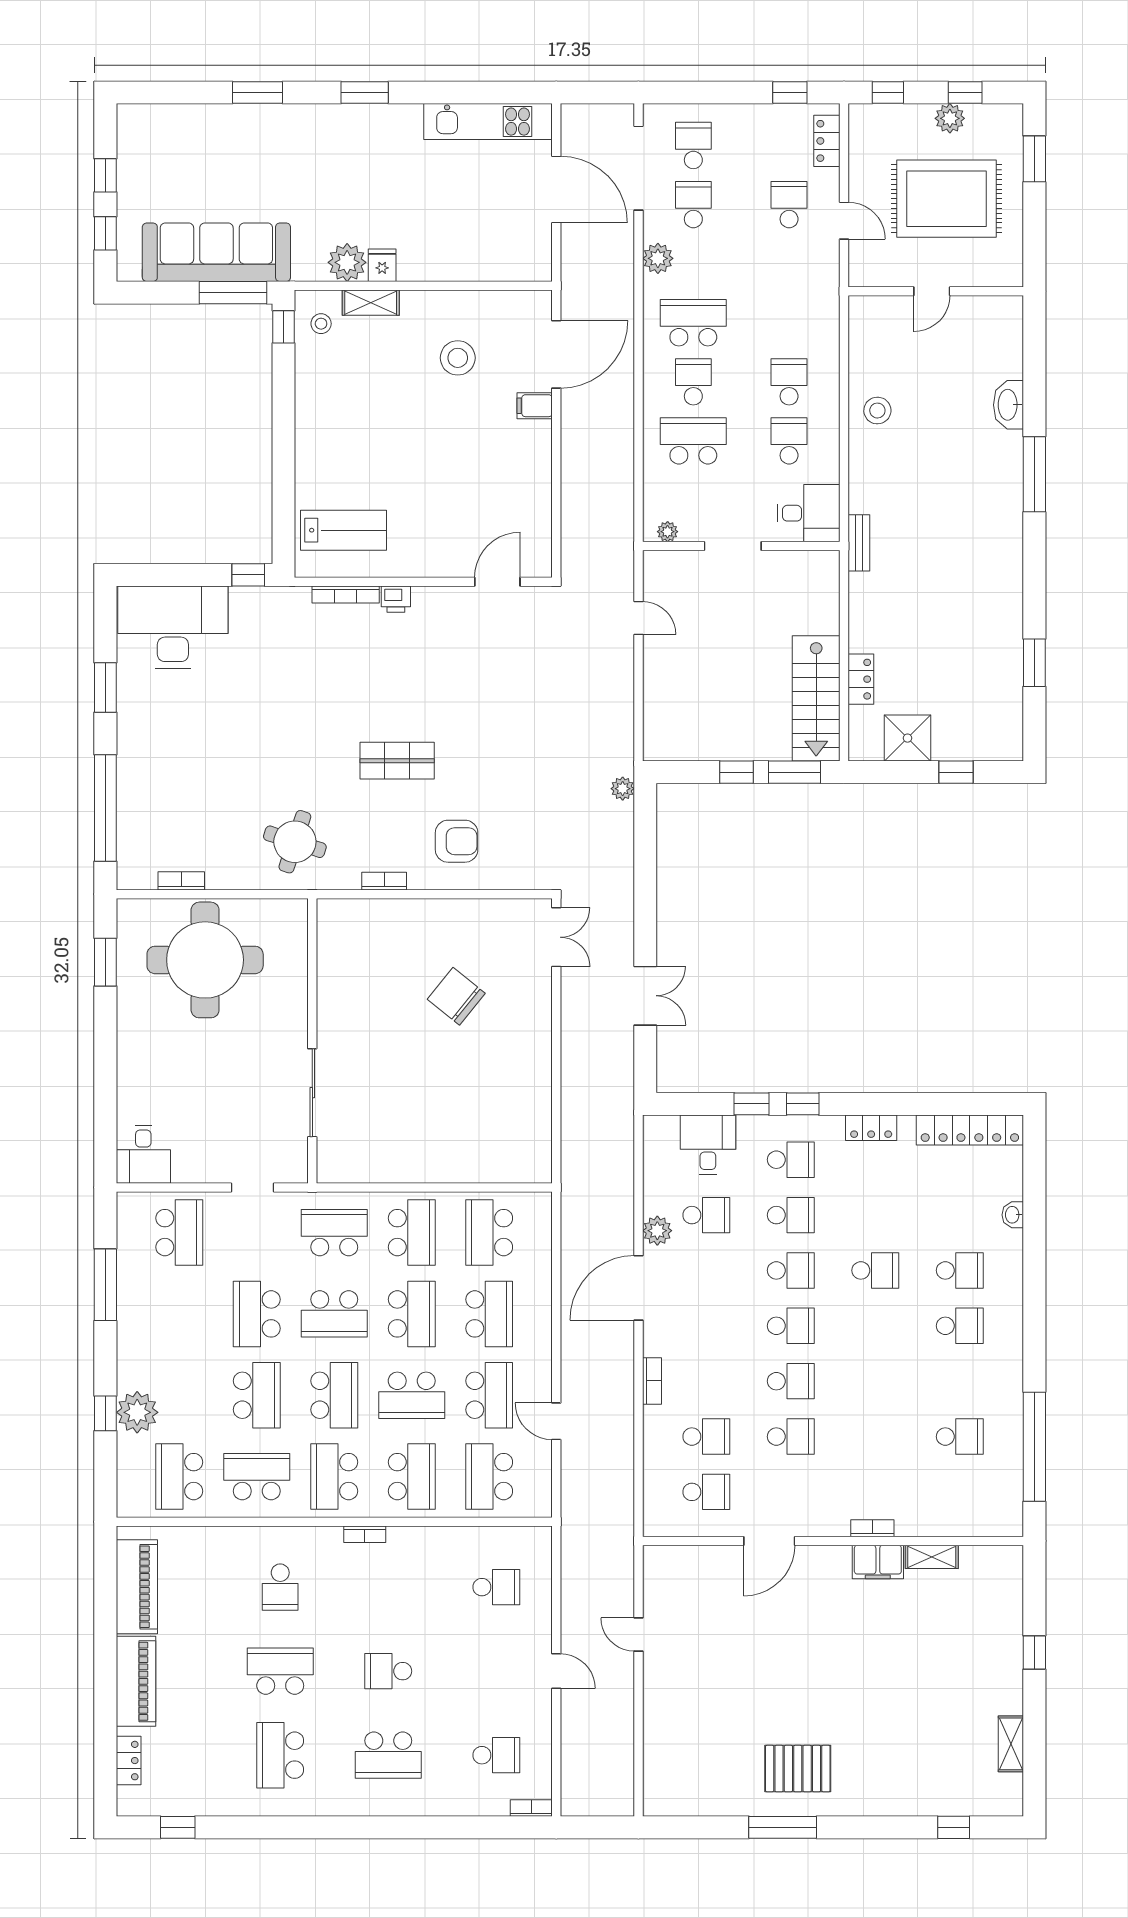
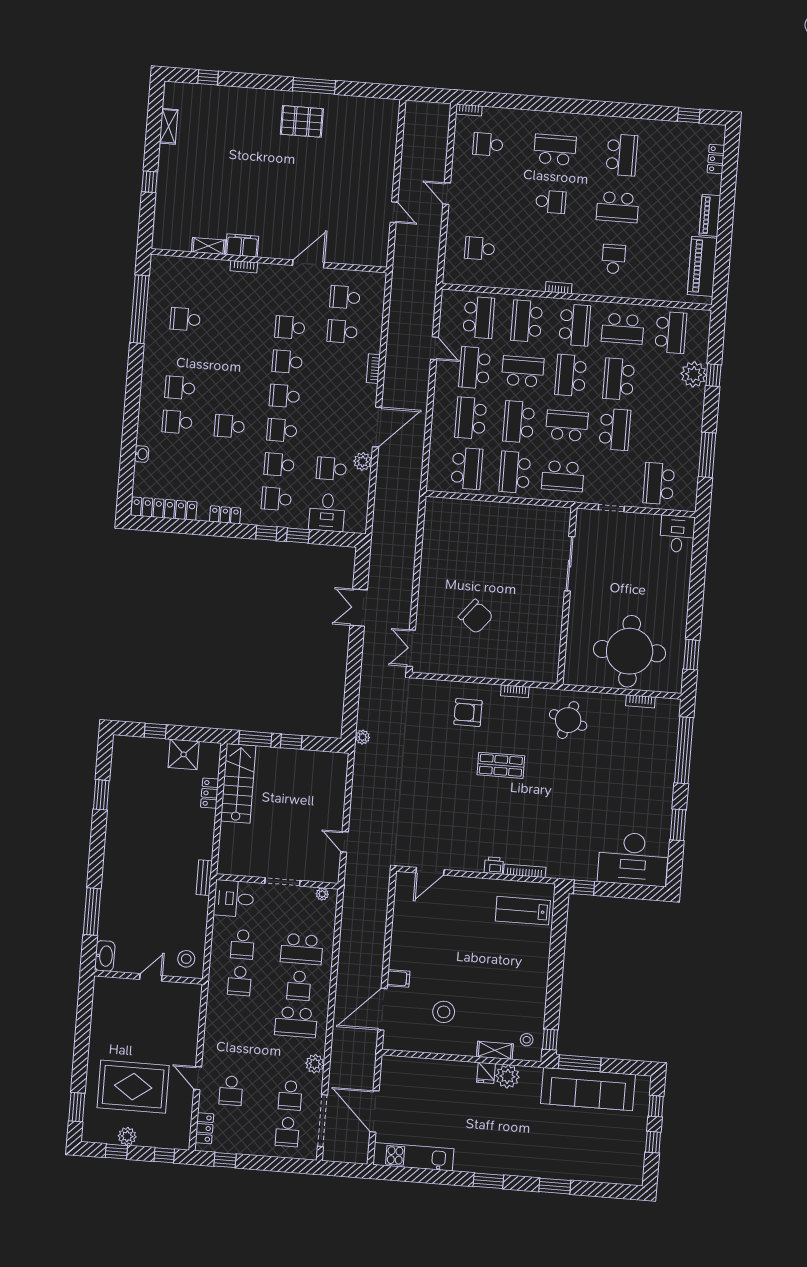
door: (932, 291) -> (151, 977), moved
wall: (936, 291) -> (148, 977), moved
piano: (136, 1681) -> (710, 215), width x0.73, depth x0.75

